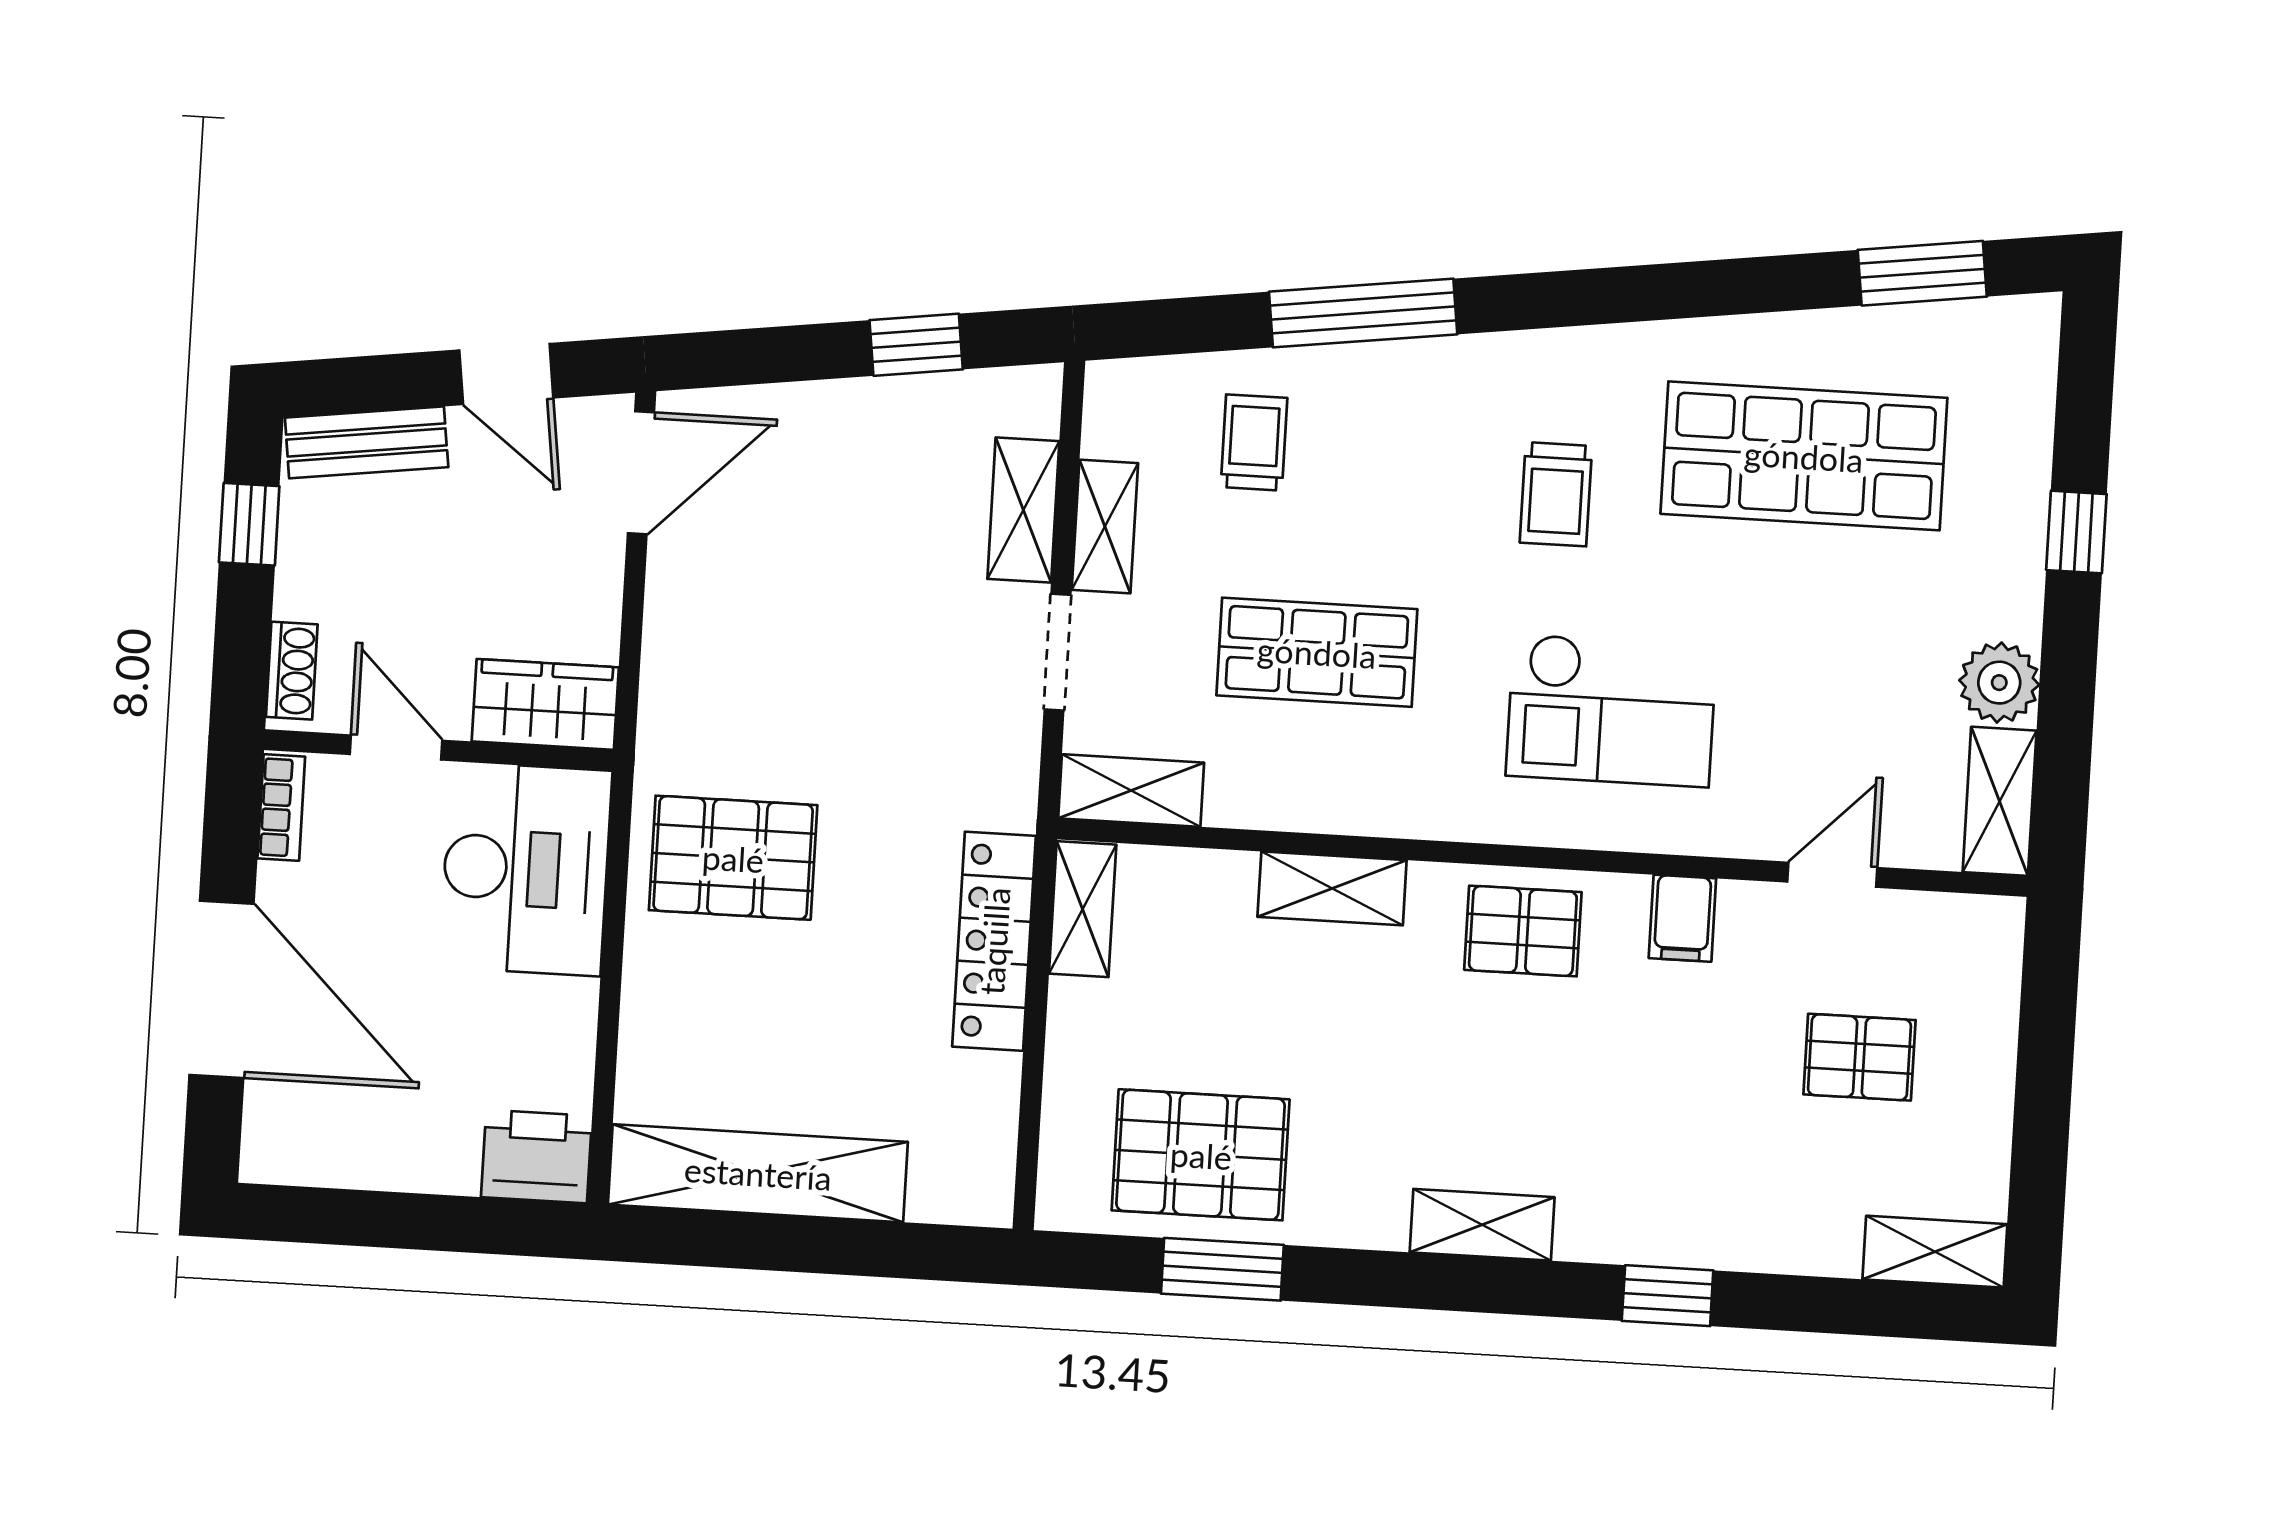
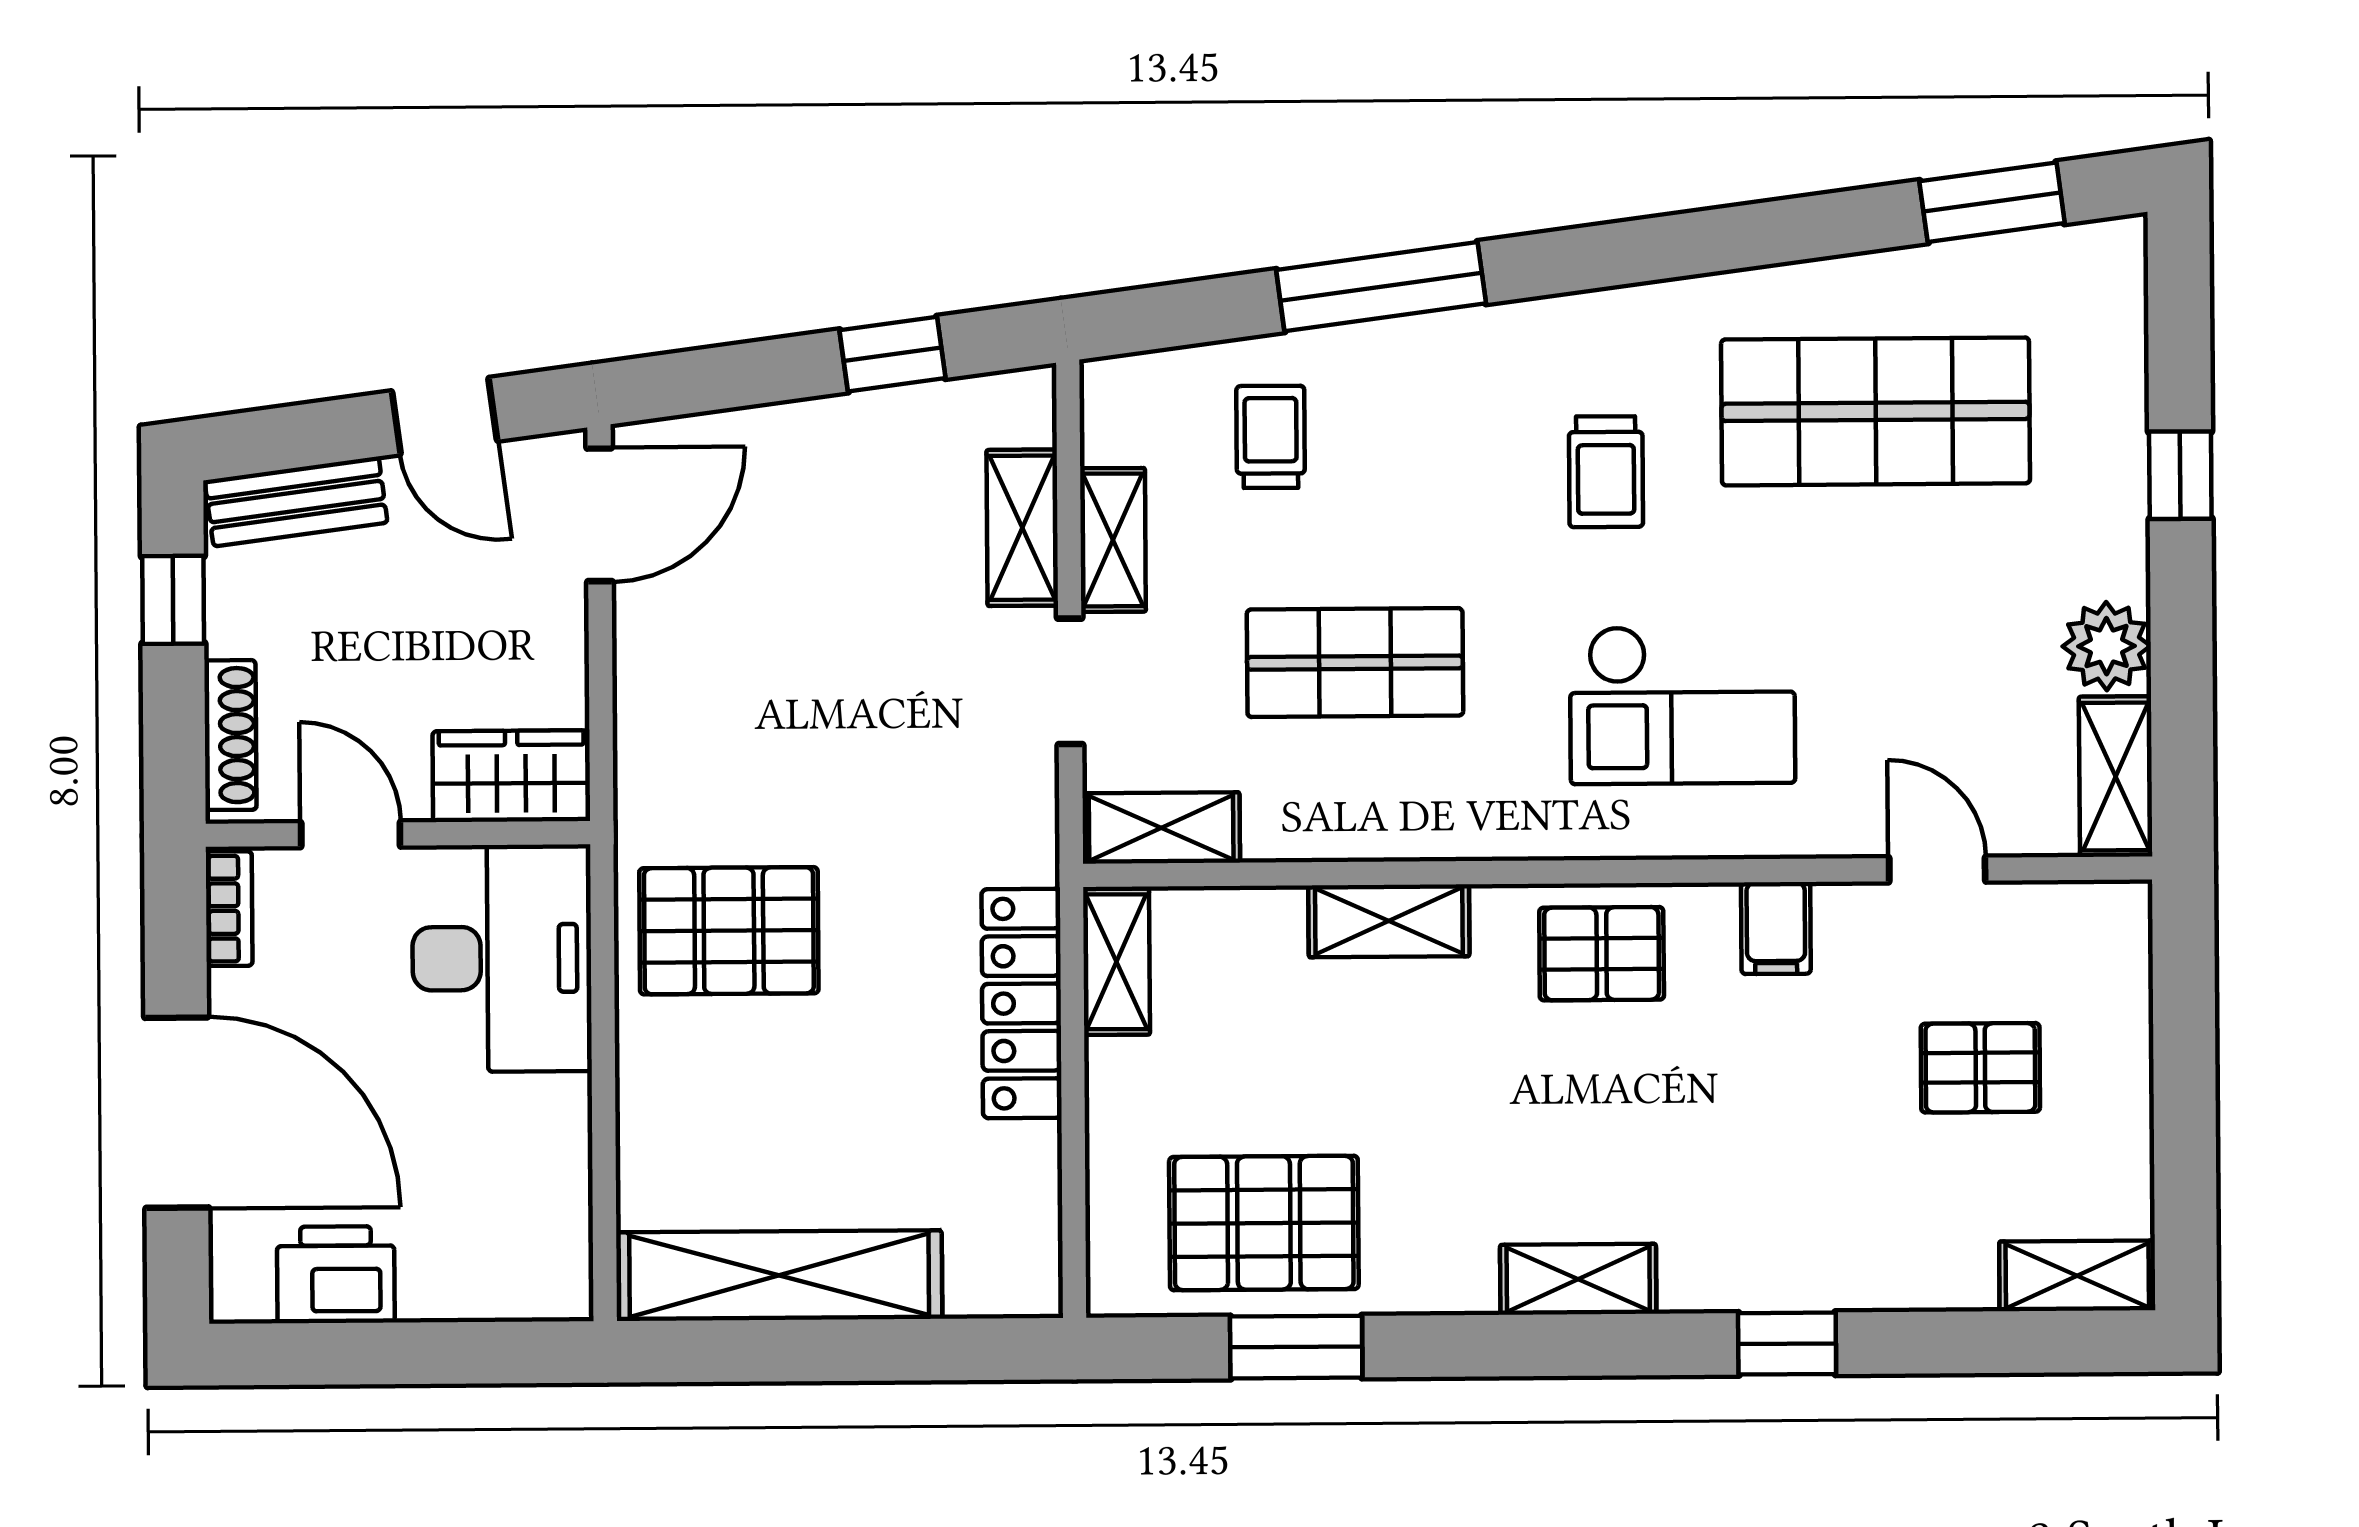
shoe rack: (292, 671) -> (230, 735), width x1.43
door: (1832, 875) -> (1937, 869), hinge flipped
printer: (537, 1157) -> (336, 1275), moved

